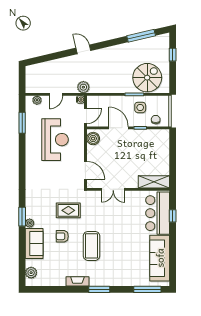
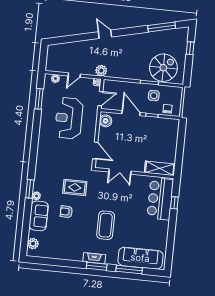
reception desk: (55, 140) -> (69, 118), turned 180
coffee table: (92, 246) -> (106, 225), moved
sofa: (160, 258) -> (140, 258), moved, turned 90
fireplace: (77, 281) -> (94, 258), moved
window: (147, 289) -> (129, 270), moved

